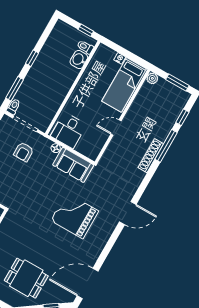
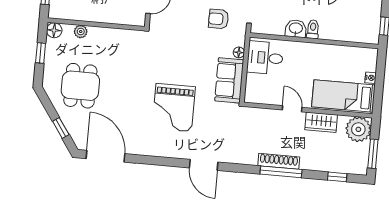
toilet: (85, 47) -> (313, 29), moved
washbasin: (79, 60) -> (296, 29), moved
plant: (152, 78) -> (358, 129), width x1.87, depth x1.87
wardrobe: (136, 110) -> (321, 122), added
window: (166, 146) -> (281, 172), moved
grand piano: (75, 216) -> (174, 108), turned 180

